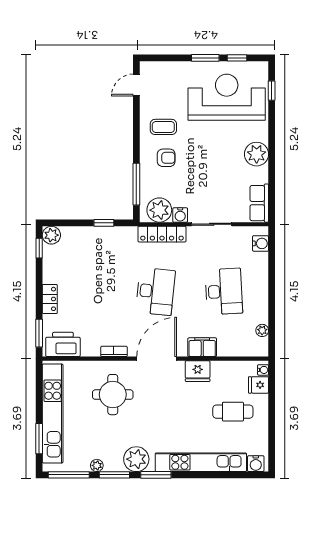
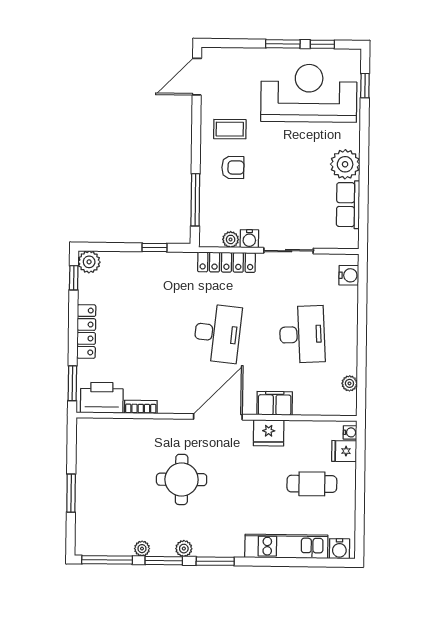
door: (136, 85) -> (197, 77), width x1.38
row of seats: (259, 203) -> (348, 205), moved
plant: (159, 210) -> (231, 239), width x0.53, depth x0.53
locker: (50, 299) -> (86, 331), width x1.53
bookcase: (114, 351) -> (141, 407), moved
round table: (113, 395) -> (182, 479), moved
kitchen unit: (53, 414) -> (88, 483), removed
window: (39, 439) -> (71, 493), moved
plant: (136, 459) -> (184, 549), width x0.53, depth x0.53
kitchen unit: (201, 462) -> (286, 546), width x0.73

